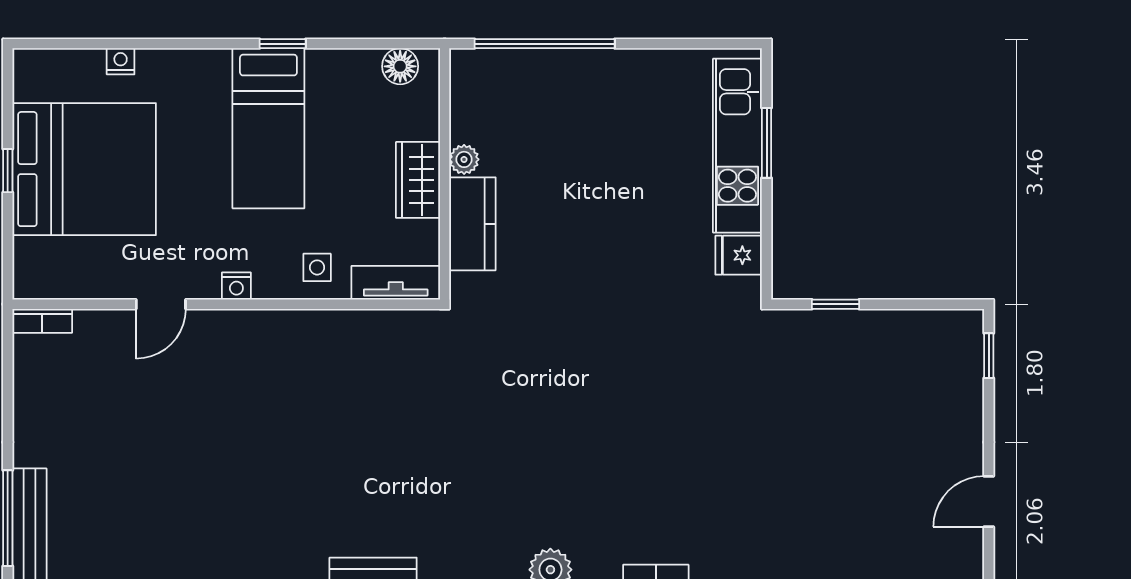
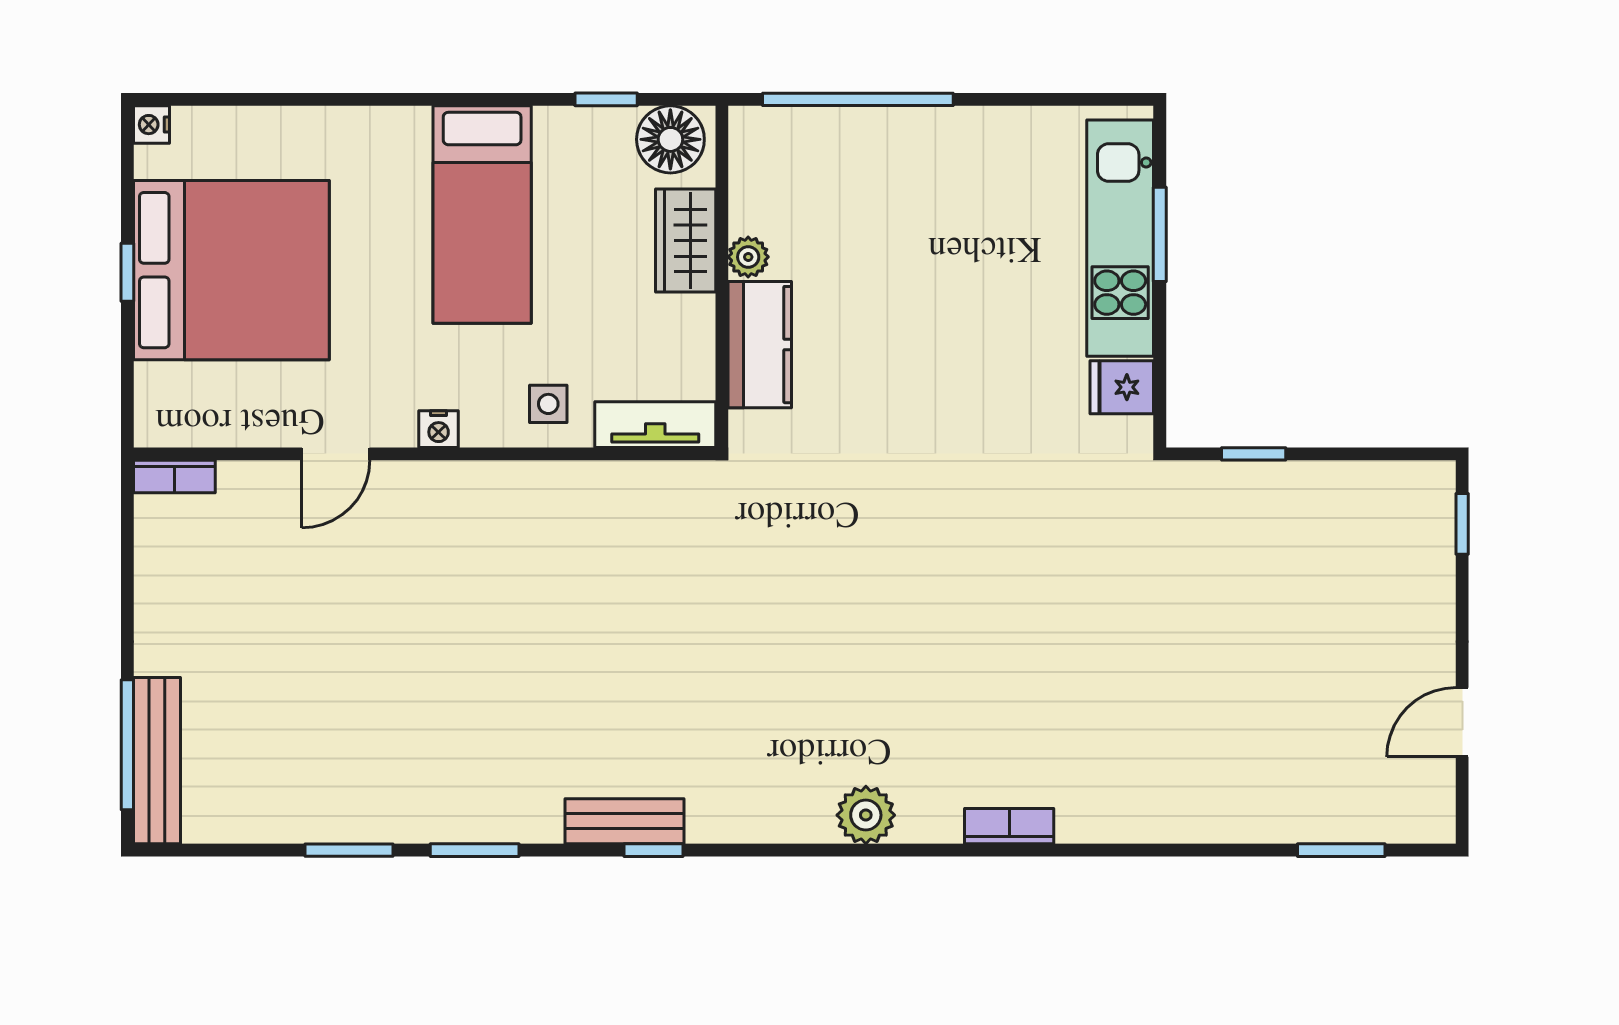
window: (283, 44) -> (606, 99), moved
nightstand: (121, 61) -> (152, 125), moved, turned -90
floor lamp: (400, 66) -> (670, 139), width x1.38, depth x1.38
wardrobe: (418, 180) -> (686, 241), moved

